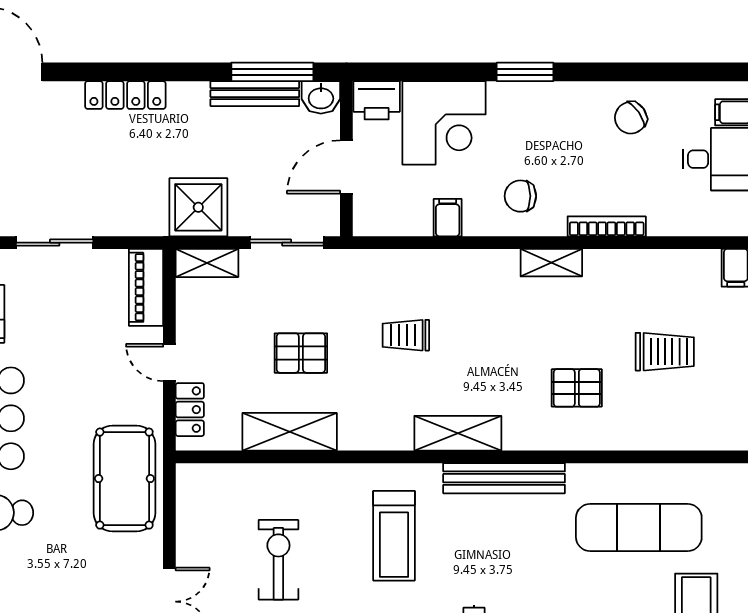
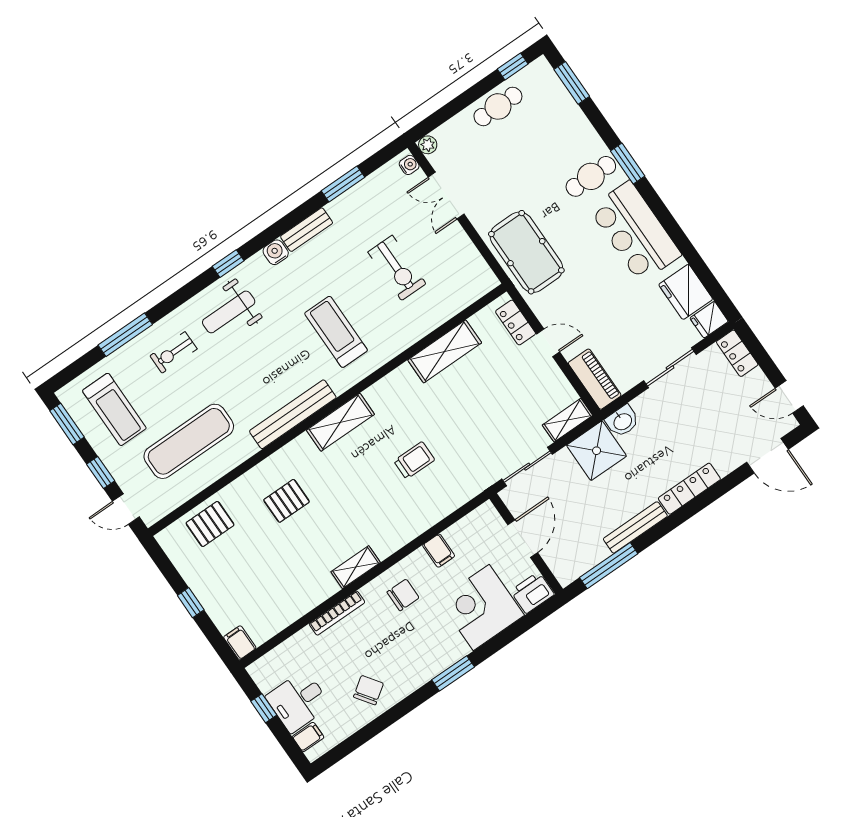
bench: (255, 94) -> (635, 527), moved
washbasin: (321, 97) -> (622, 421), moved, turned 180
trolley: (665, 352) -> (248, 561), removed
pallet: (301, 353) -> (210, 524), moved

